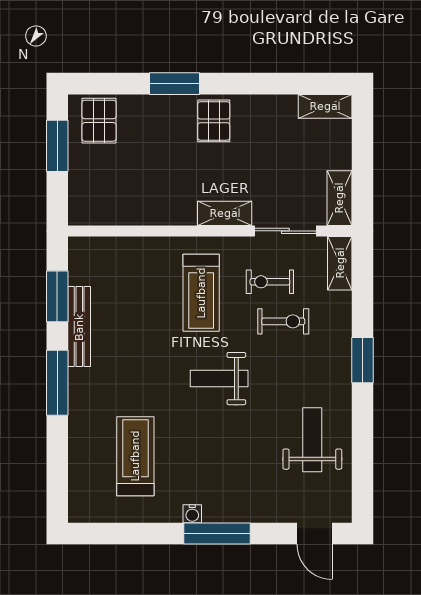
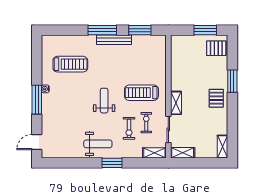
pallet: (214, 121) -> (216, 98), turned 90
bench: (79, 327) -> (114, 40), moved
weight bench: (312, 440) -> (98, 144), moved

